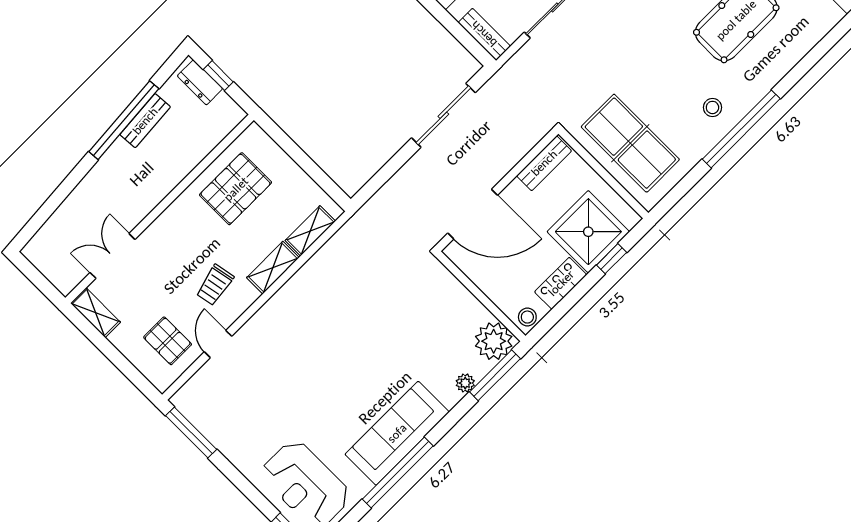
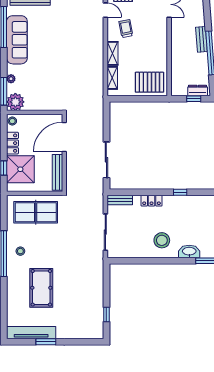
bench: (145, 121) -> (201, 39), moved
bench: (544, 163) -> (57, 172), width x1.36
pallet: (236, 189) -> (149, 82), moved, turned 90

